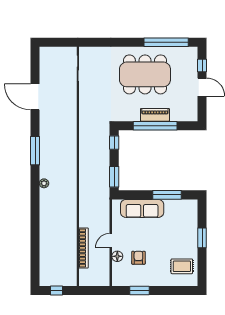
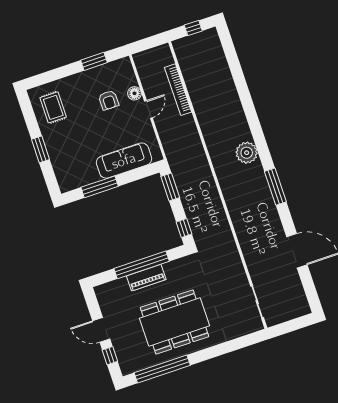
plant: (44, 183) -> (247, 153), width x1.87, depth x1.87
rug: (182, 266) -> (53, 107), turned 90

